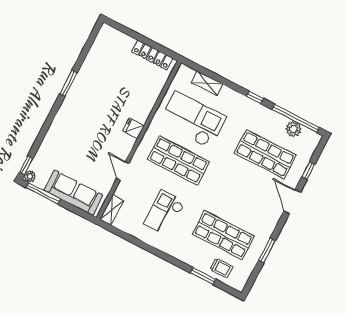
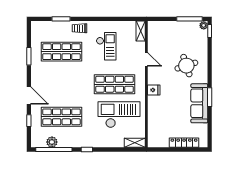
locker: (152, 55) -> (184, 143), moved
shelving: (207, 83) -> (135, 143), moved
checkout: (192, 120) -> (119, 115), turned 180
round table: (77, 137) -> (186, 66), added
sofa: (73, 193) -> (199, 103), moved, turned 90
trolley: (221, 268) -> (80, 28), moved

